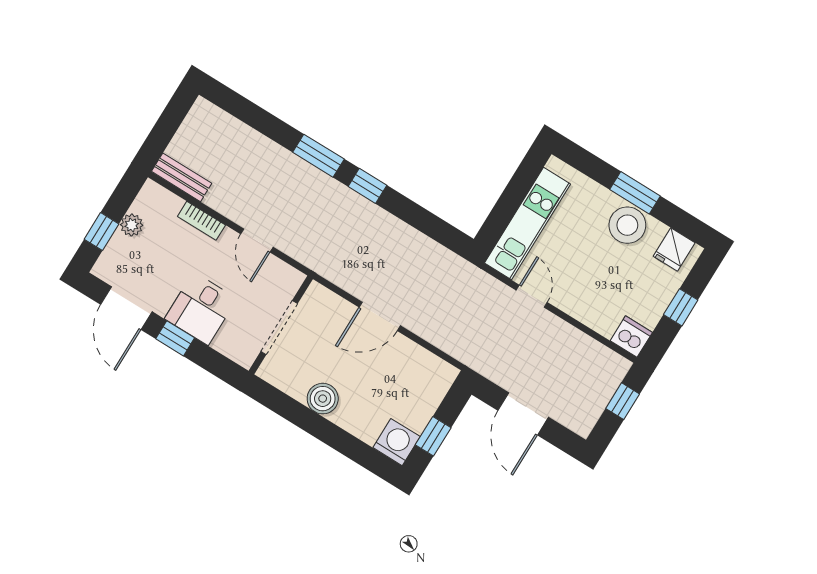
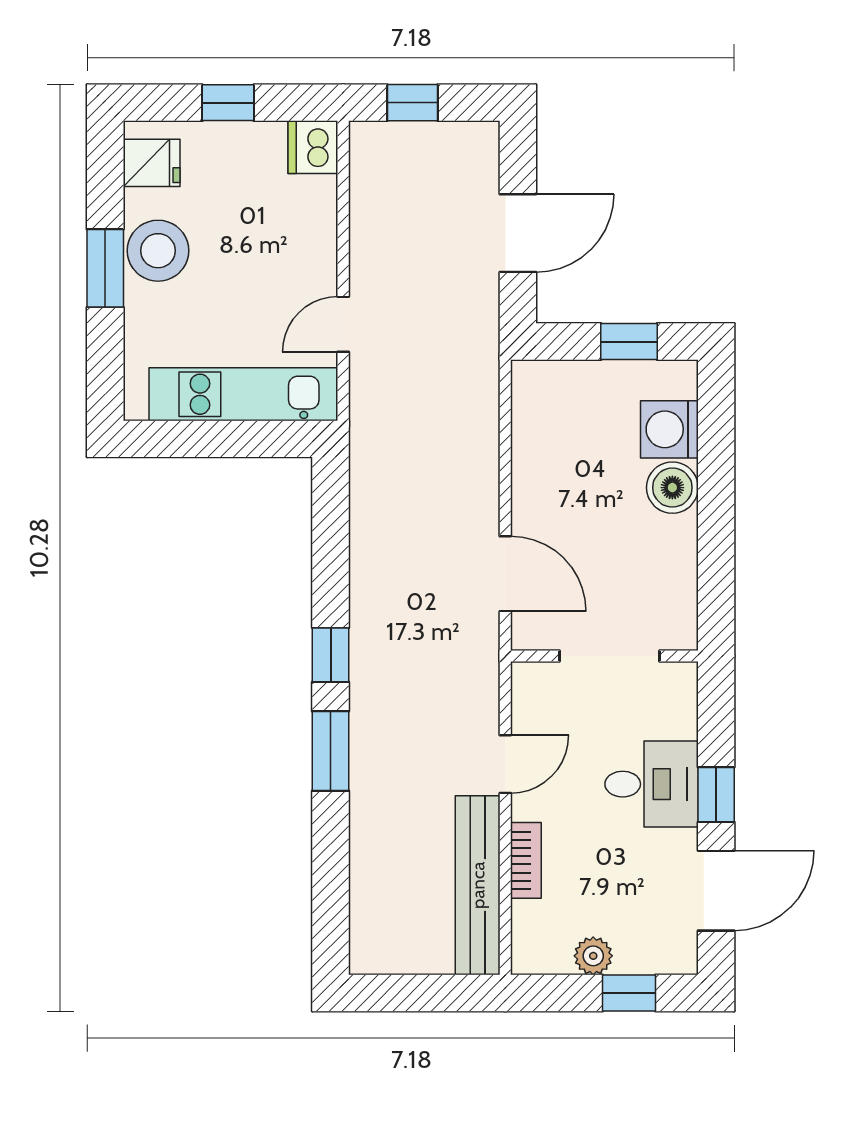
bench: (182, 177) -> (478, 885), width x1.86, depth x1.21
door: (380, 316) -> (505, 574), moved
boiler: (323, 399) -> (672, 488), moved
washing machine: (397, 442) -> (669, 429), moved

